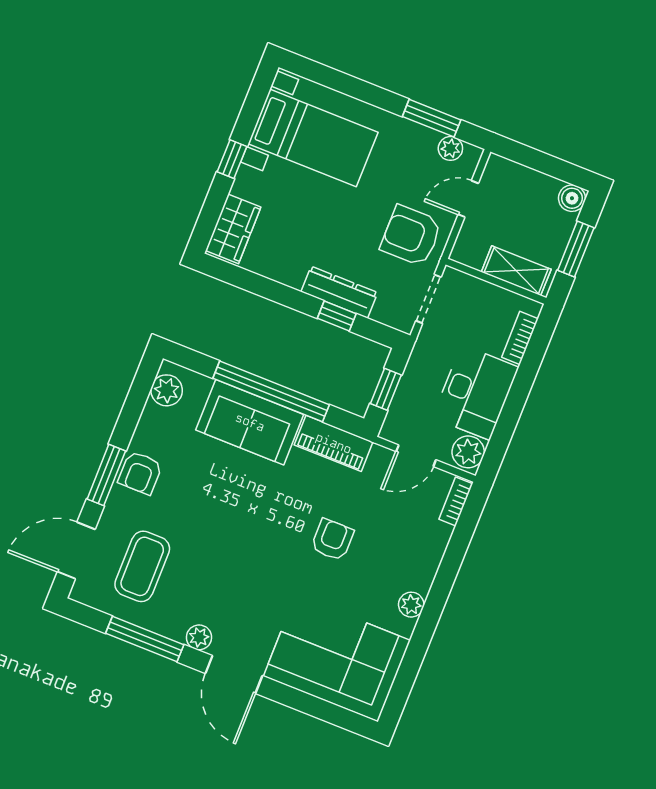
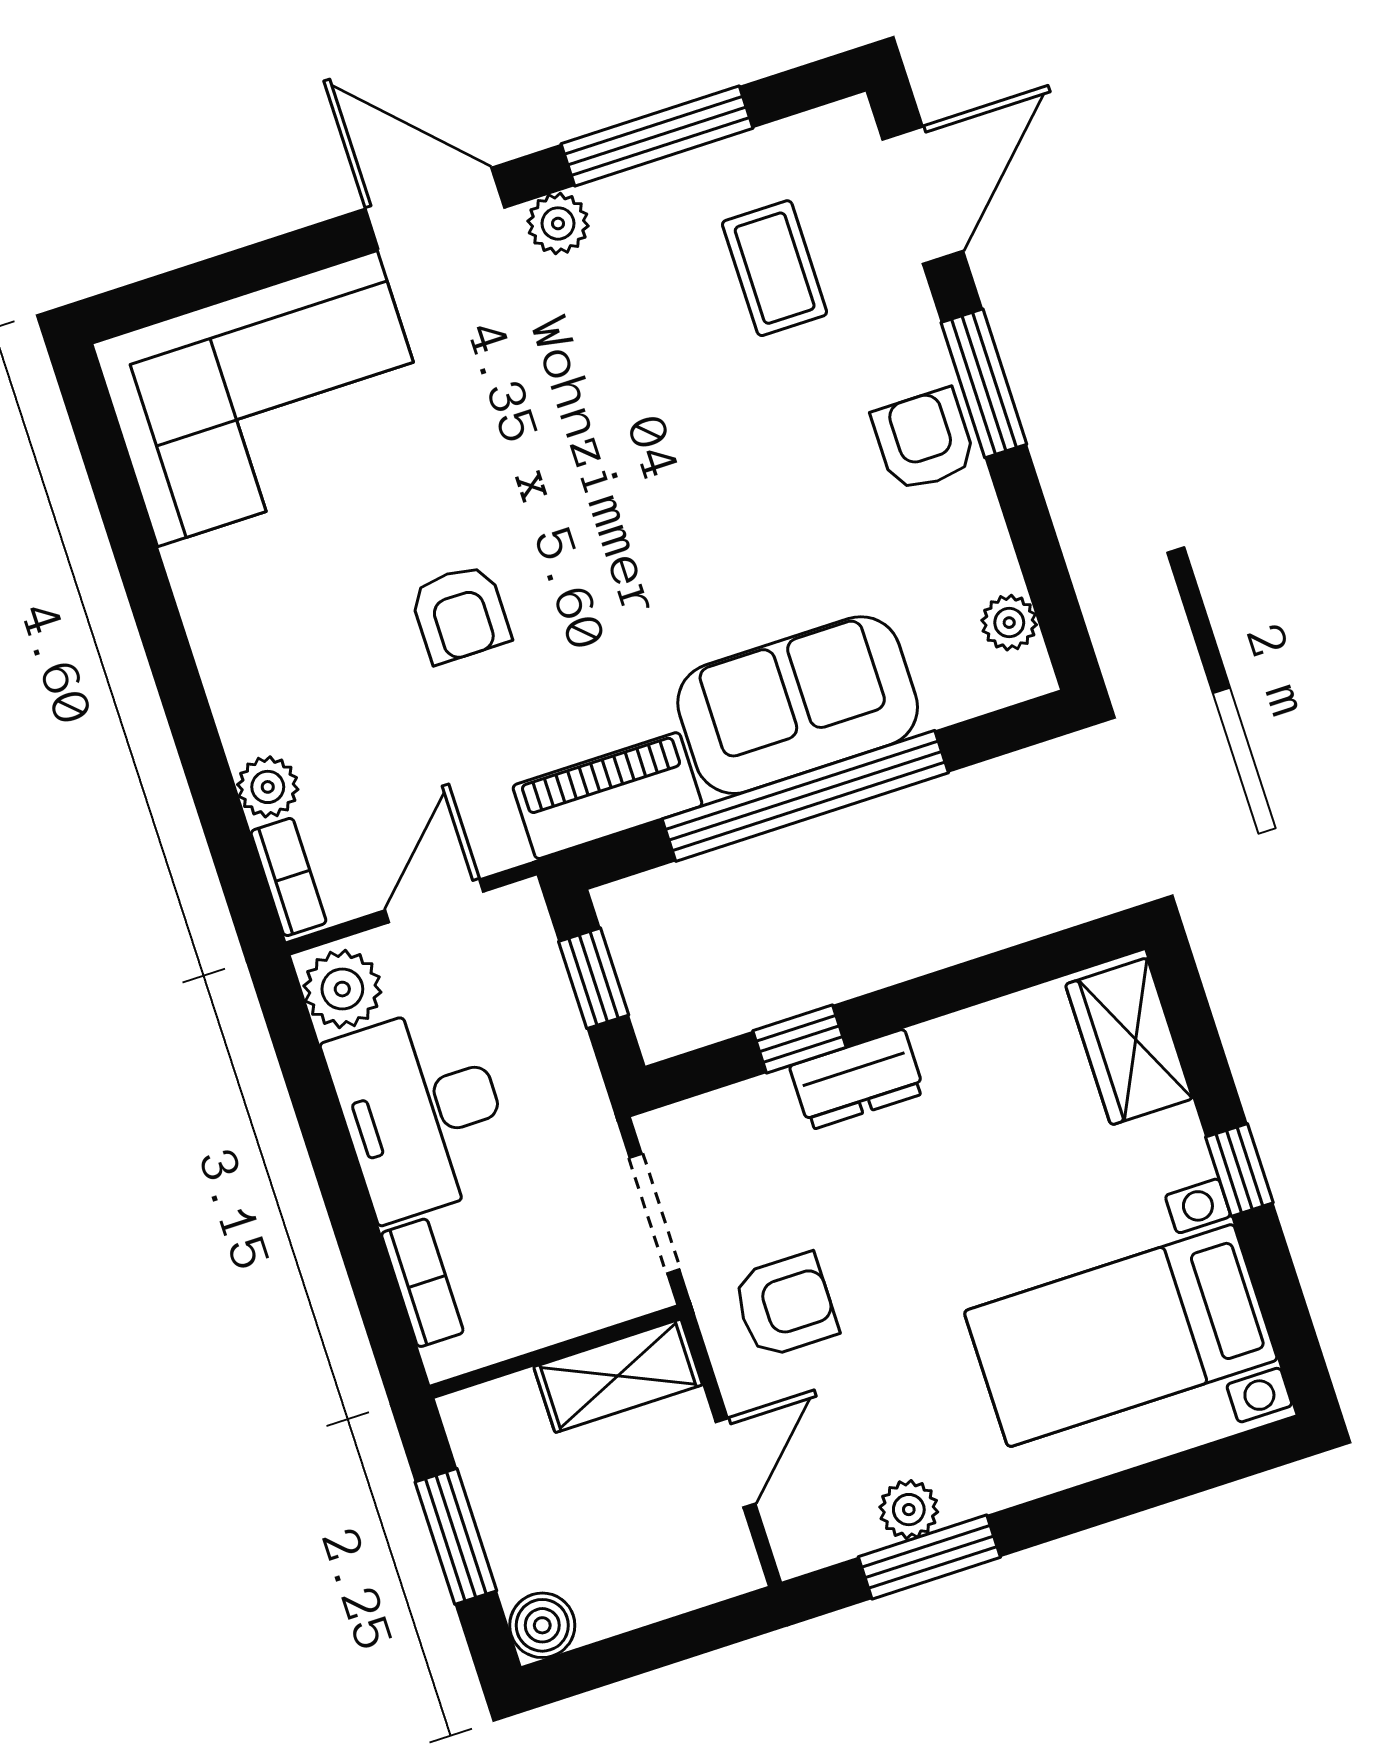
plant: (450, 148) -> (909, 1510), moved
armchair: (411, 236) -> (785, 1305), width x0.72, depth x0.72
shelving: (516, 271) -> (618, 1376), moved
dresser: (339, 292) -> (857, 1079), width x0.70
plant: (167, 390) -> (1009, 623), width x0.73, depth x0.73
coffee table: (142, 566) -> (775, 268), width x0.73, depth x0.77
plant: (411, 605) -> (268, 787), moved

